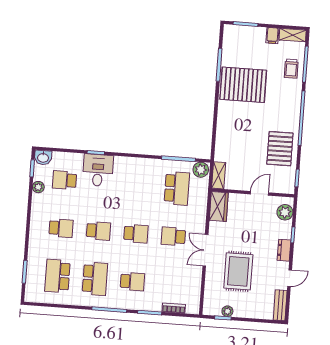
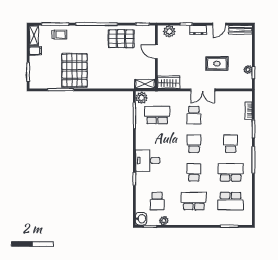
desk: (98, 170) -> (148, 161), moved
school desk: (61, 228) -> (194, 201), width x1.85
rug: (238, 271) -> (217, 64), width x0.73, depth x0.70
door: (290, 278) -> (219, 24), swing flipped

